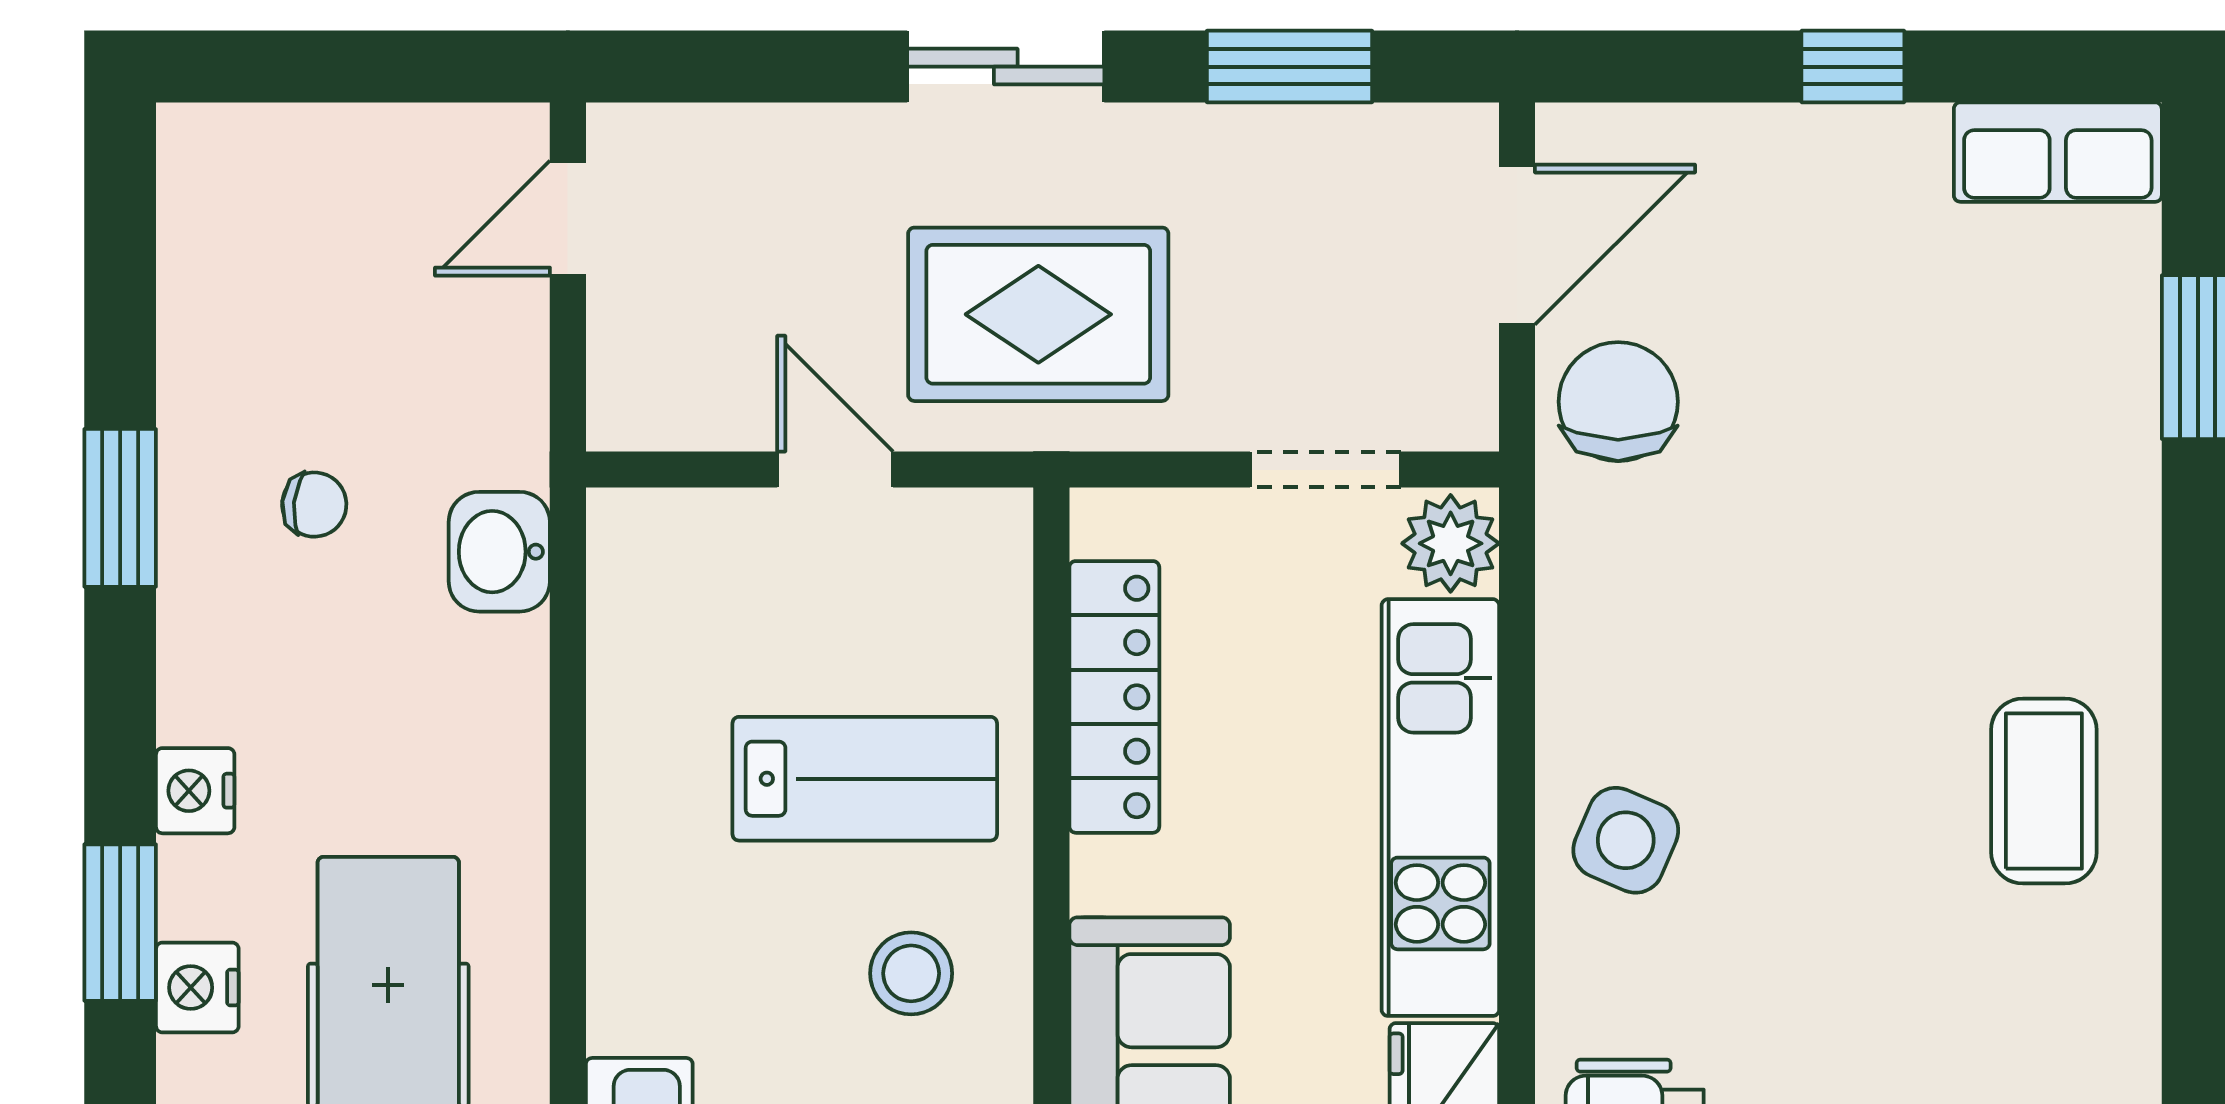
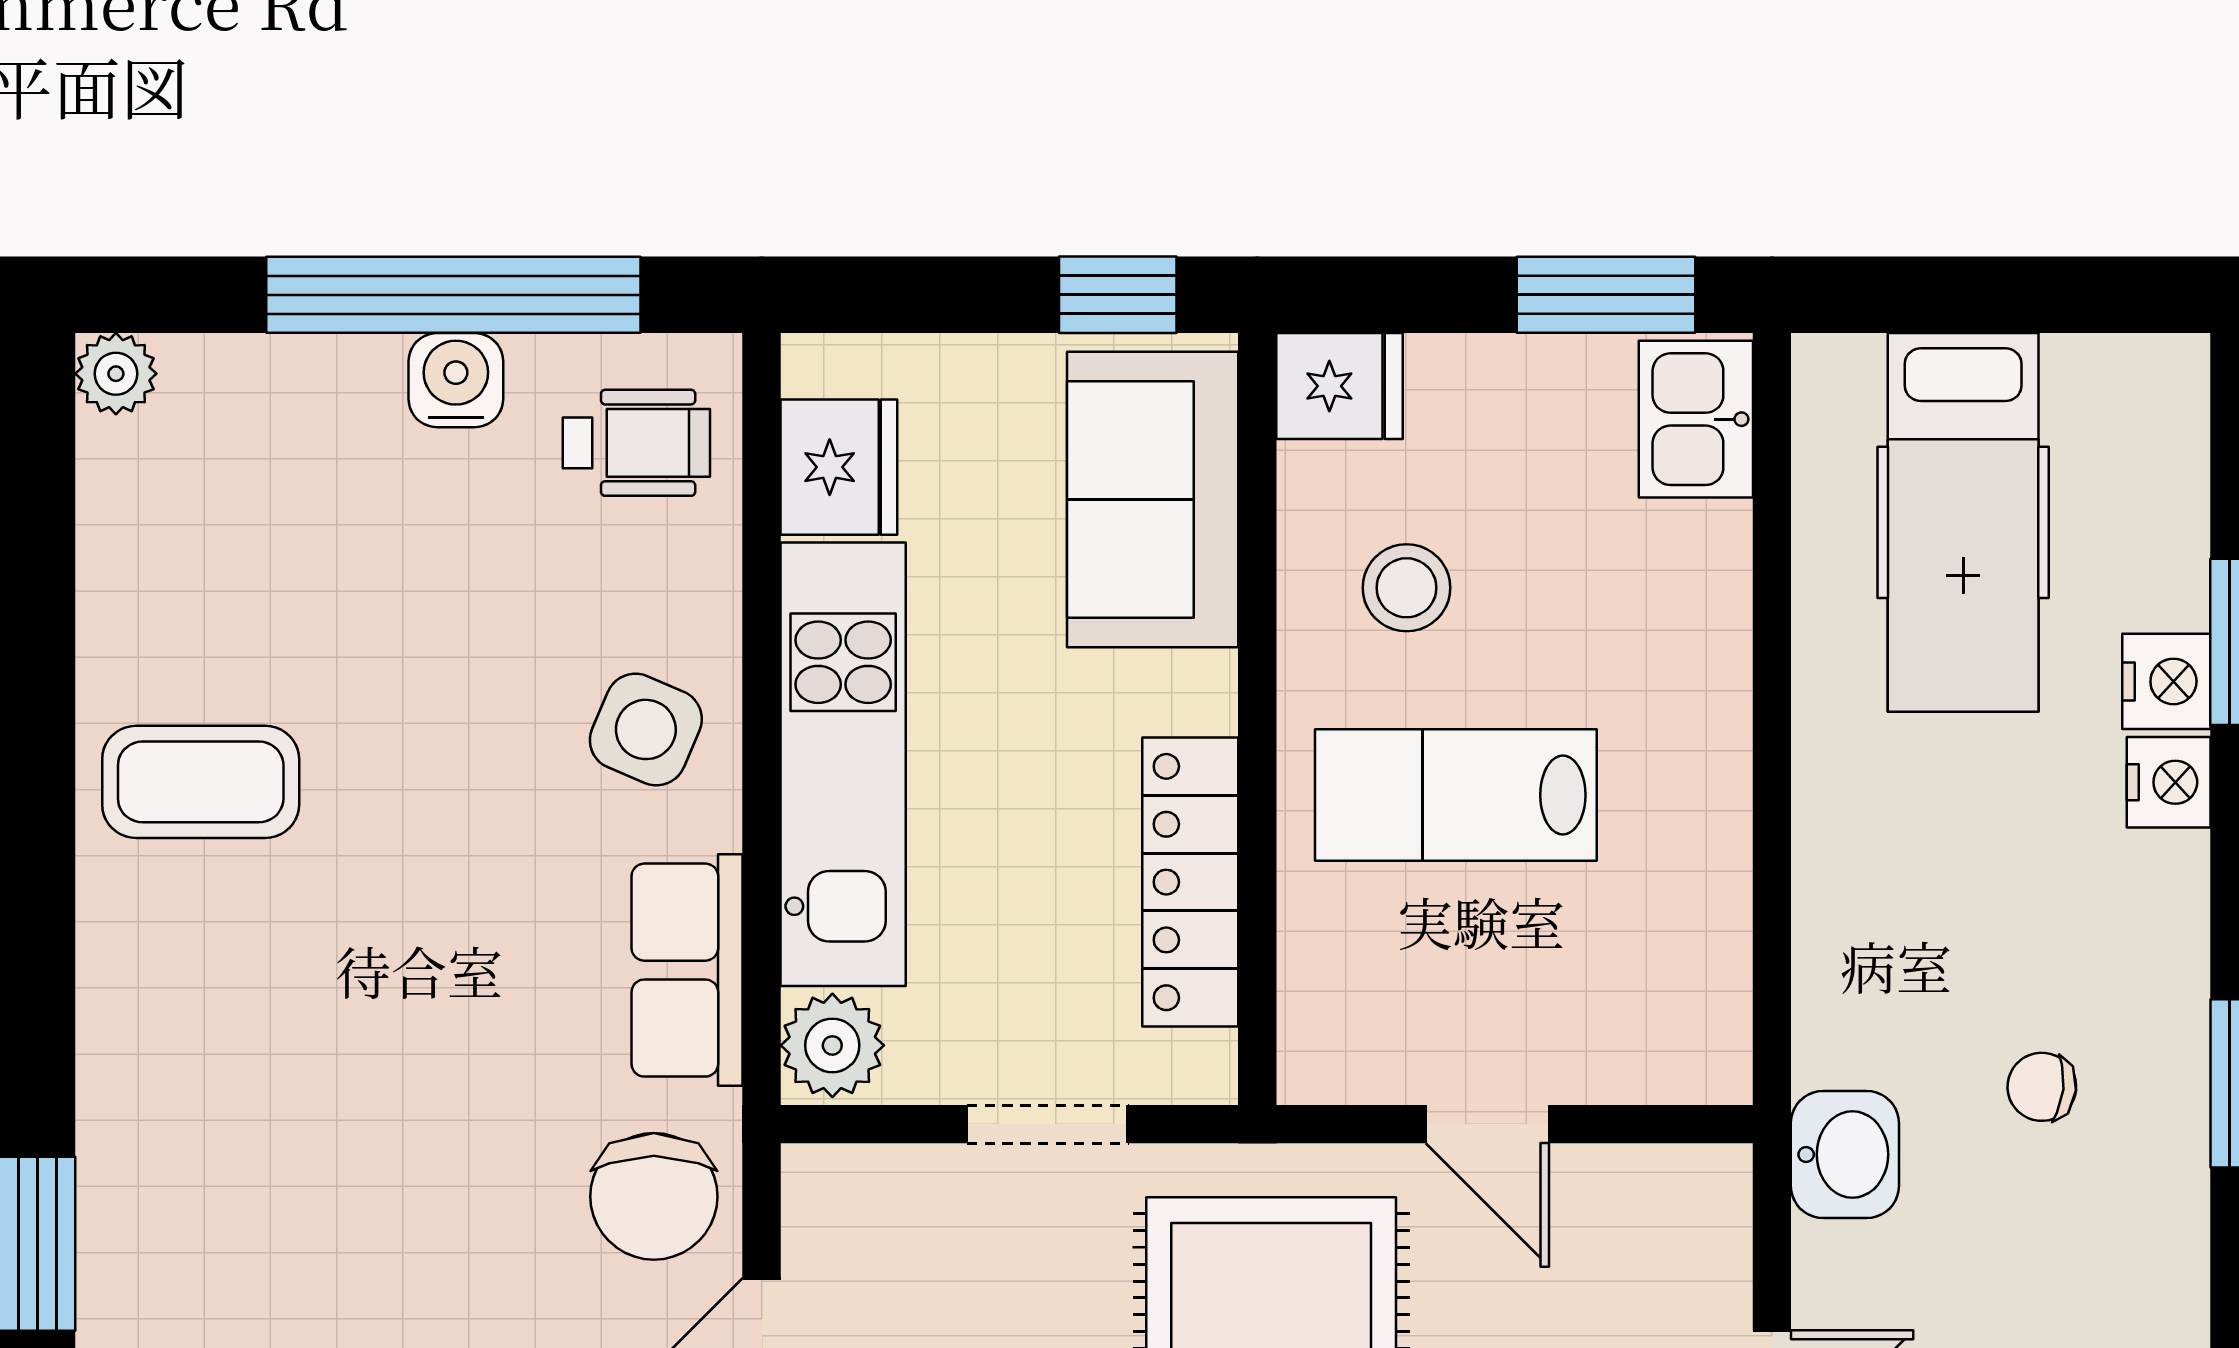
doorway: (1326, 470) -> (1047, 1124), moved
washbasin: (499, 552) -> (1845, 1155), moved
row of seats: (1587, 614) -> (687, 970), added
coffee table: (2044, 791) -> (201, 782), turned 90
nightstand: (197, 988) -> (2166, 681), moved

